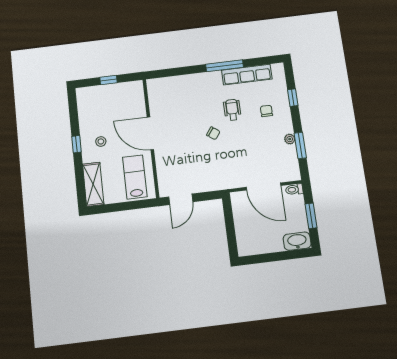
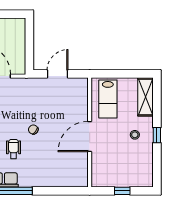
wheelchair: (232, 110) -> (13, 149), turned 180
door: (150, 133) -> (90, 137), swing flipped
door: (181, 199) -> (58, 74), moved

